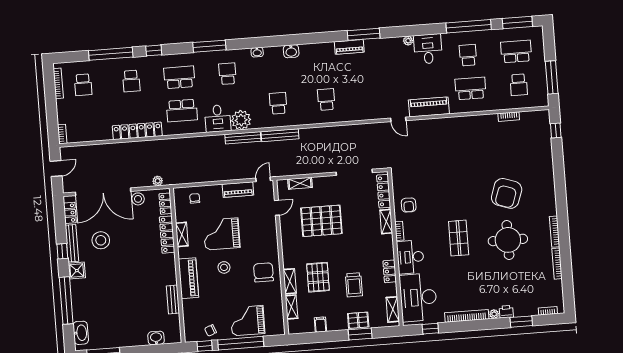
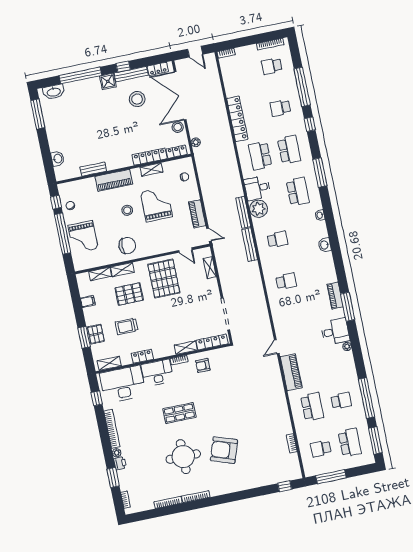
desk: (428, 49) -> (335, 331), moved
school desk: (227, 74) -> (298, 192), width x1.85
pallet: (321, 221) -> (164, 279), moved
grand piano: (248, 321) -> (83, 237), turned 180

